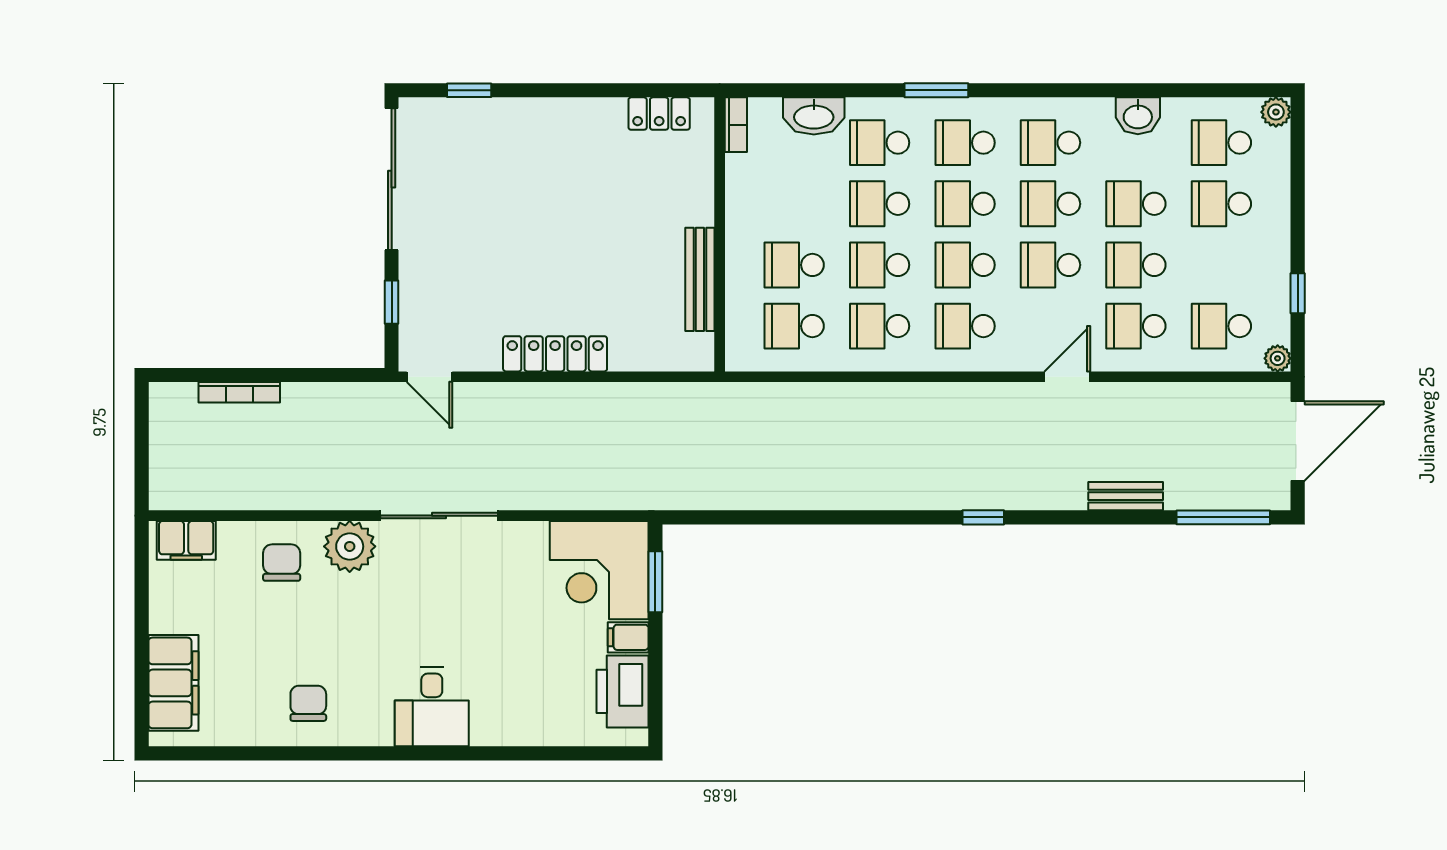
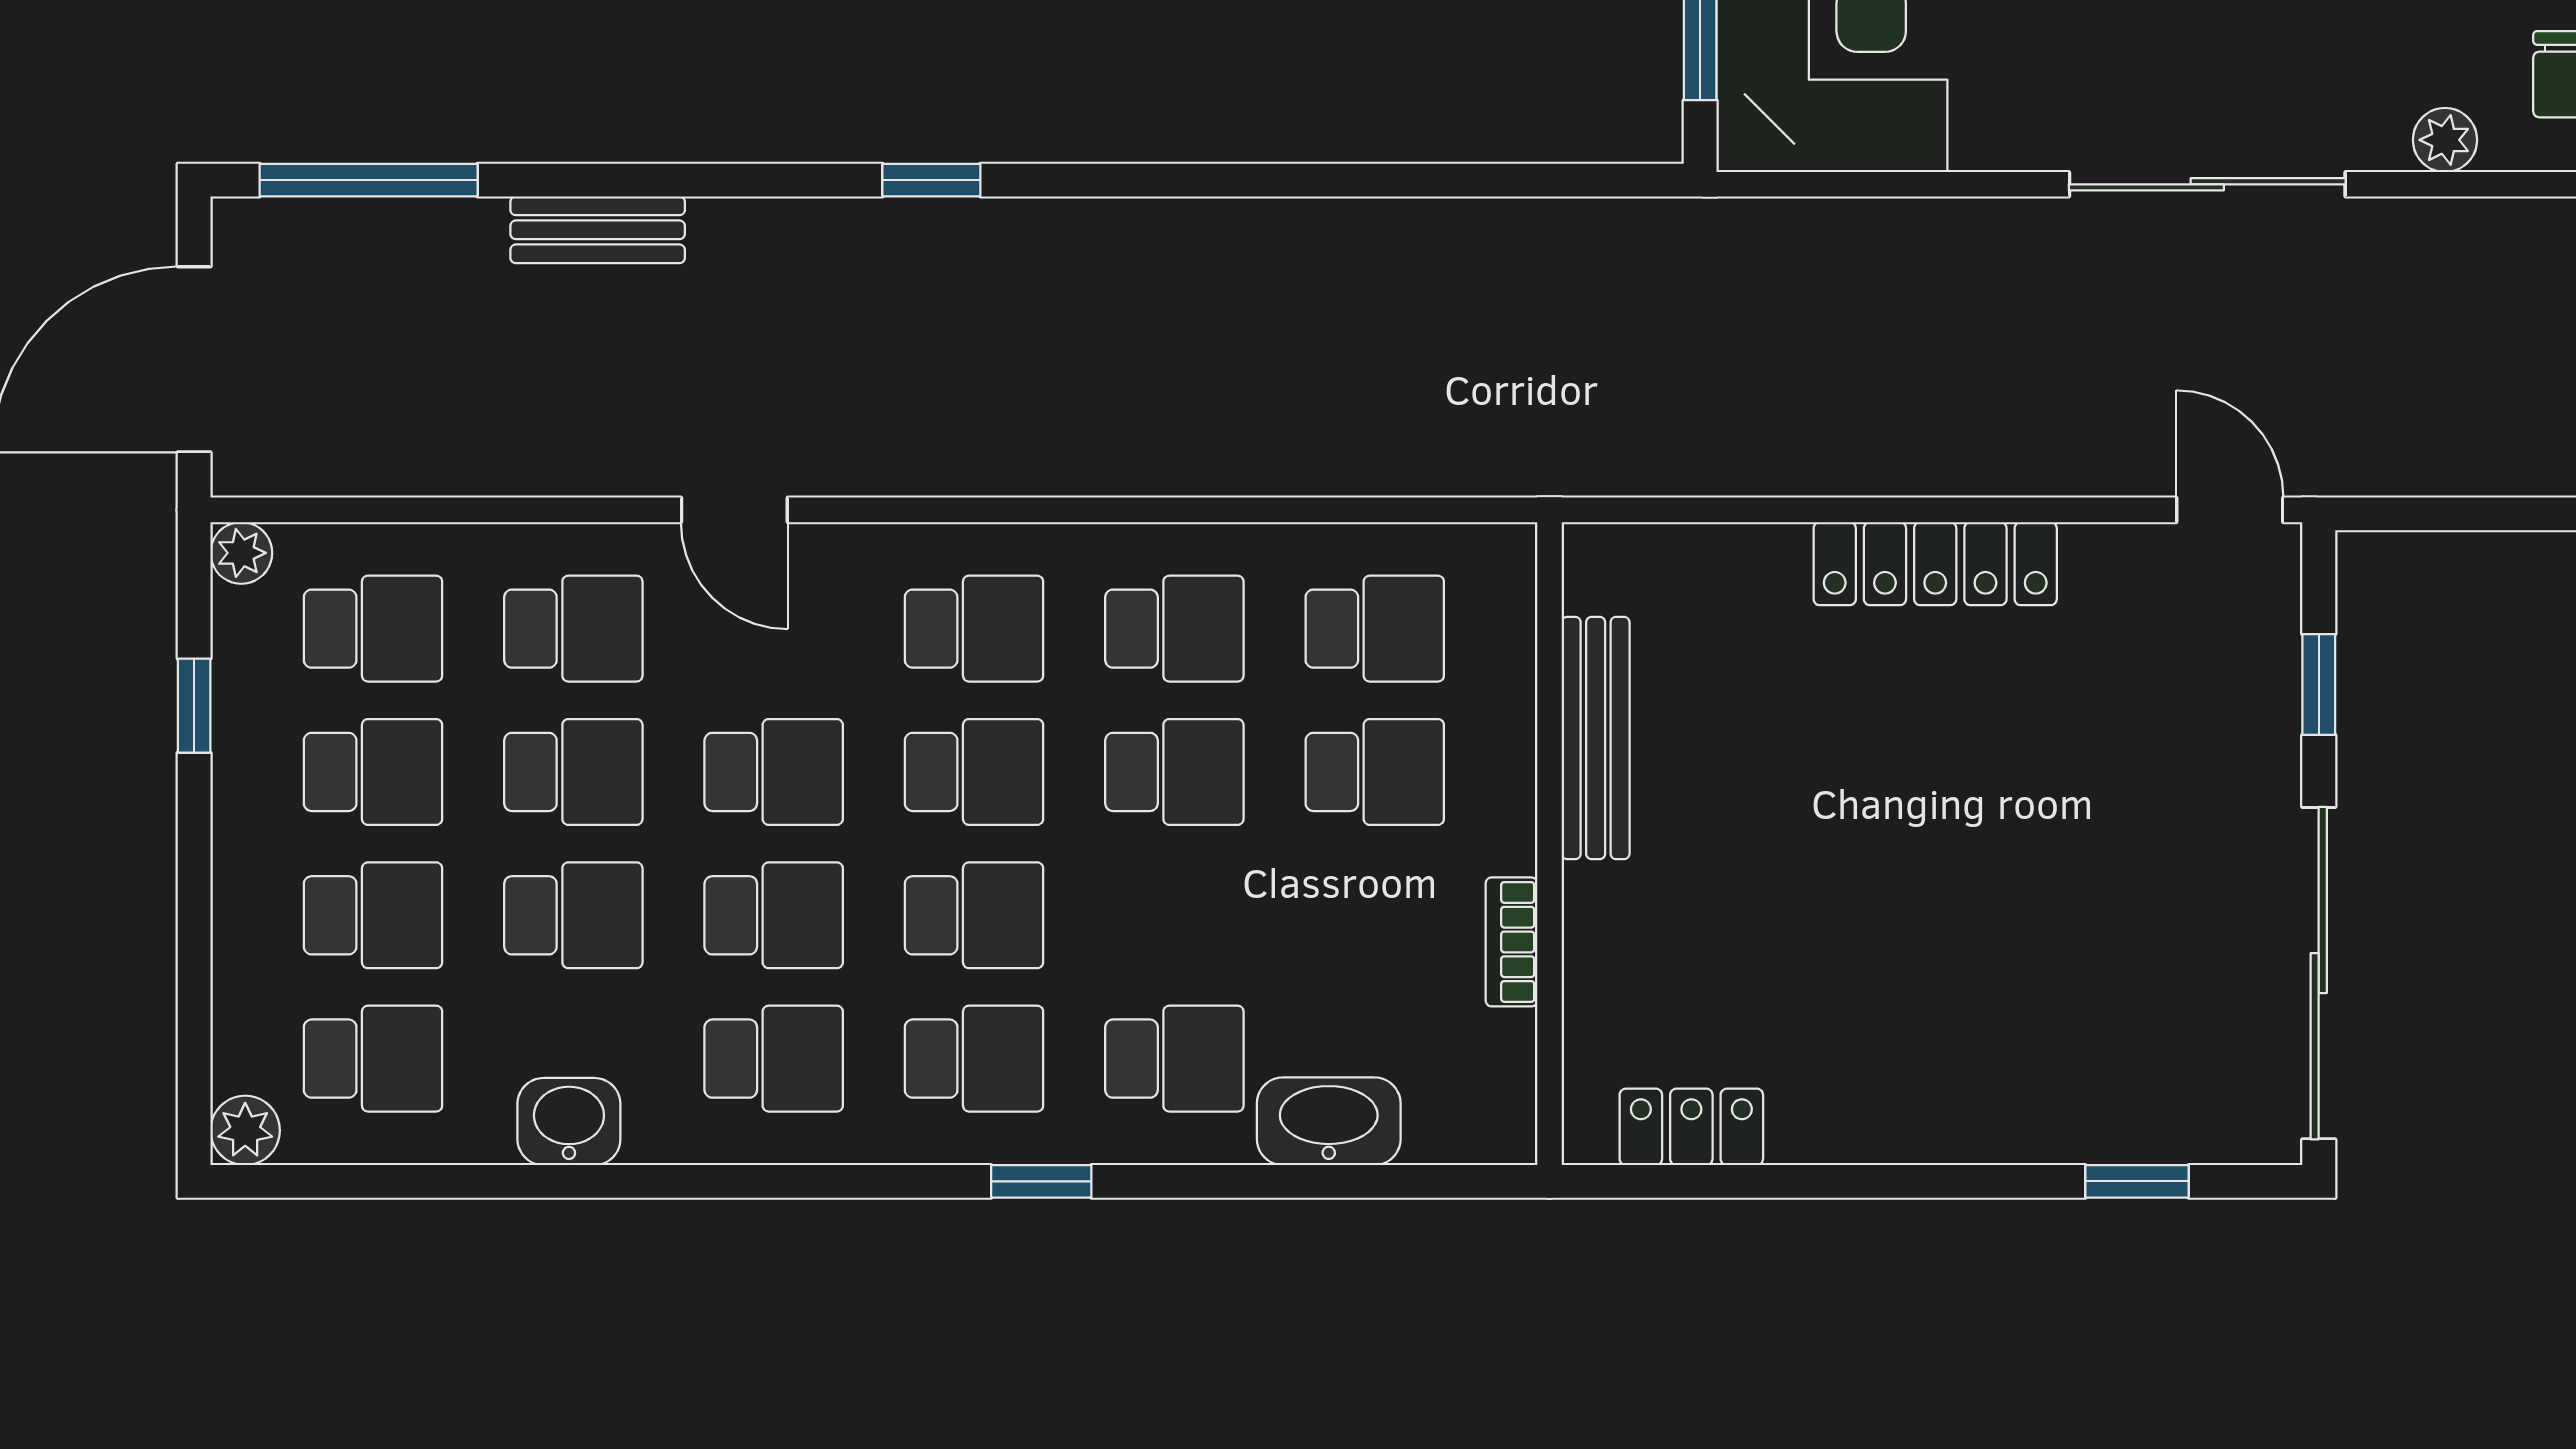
window: (936, 90) -> (1041, 1181), width x0.67
bookcase: (736, 125) -> (1511, 942), moved
school desk: (880, 204) -> (373, 772), moved
door: (1067, 377) -> (734, 510), hinge flipped
plant: (350, 546) -> (2445, 140), width x0.53, depth x0.53

